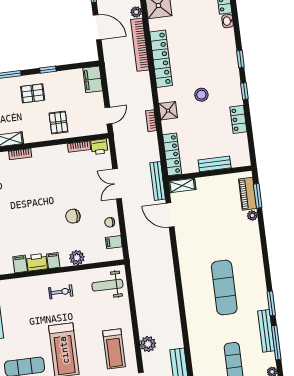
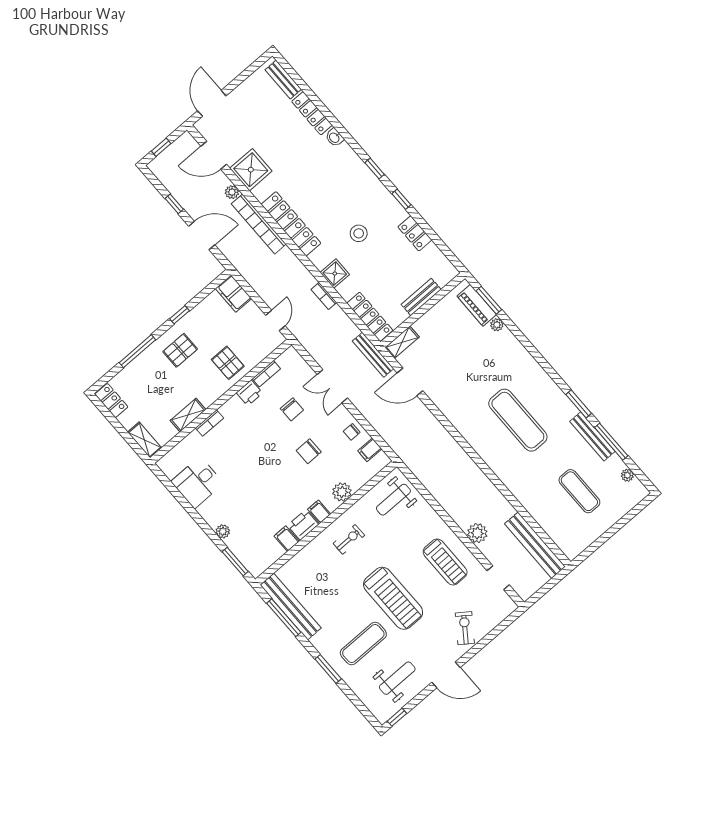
printer: (99, 147) -> (249, 393), moved
chair: (80, 181) -> (292, 409), added

